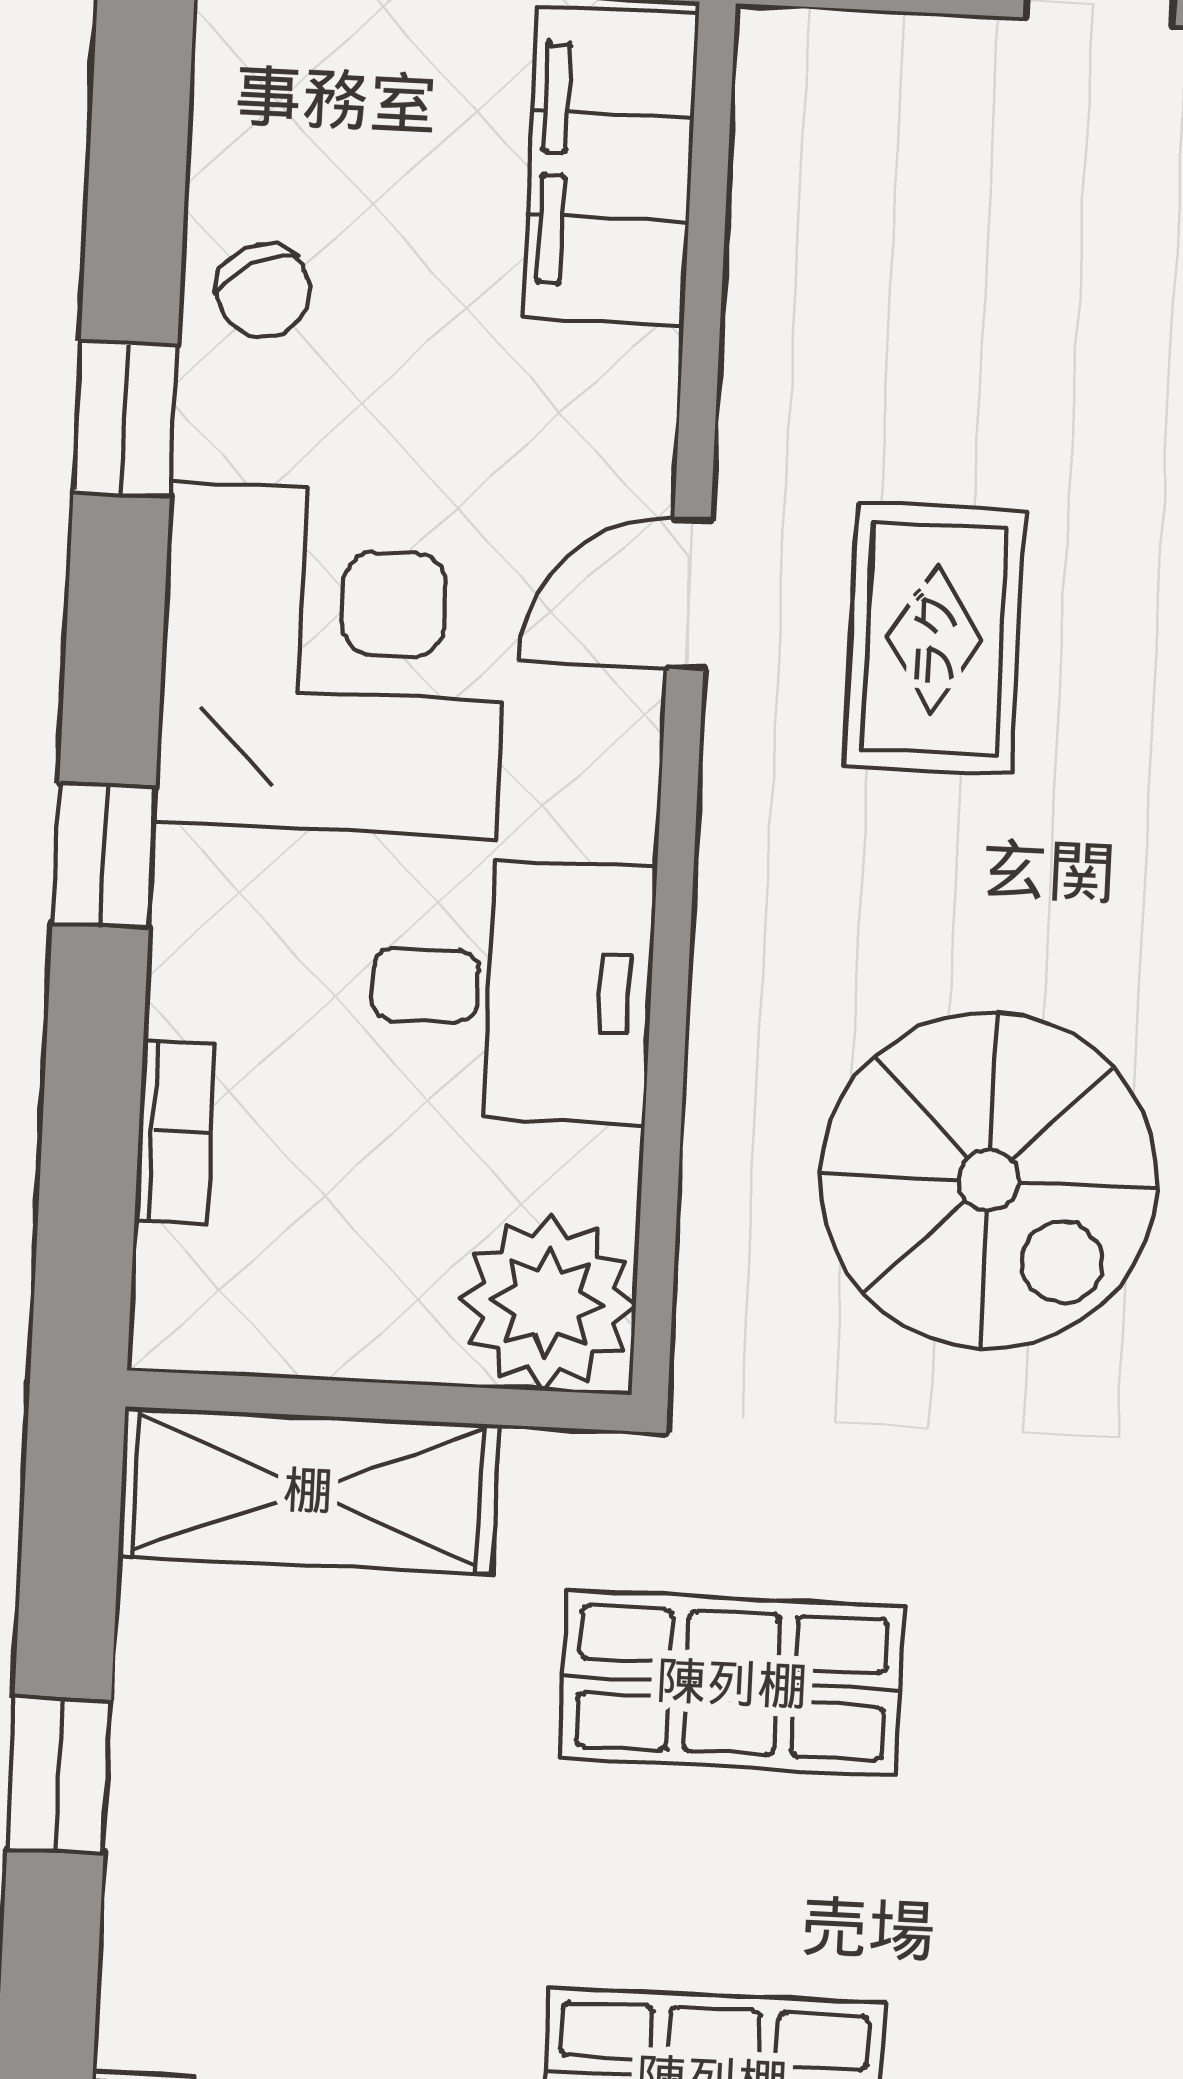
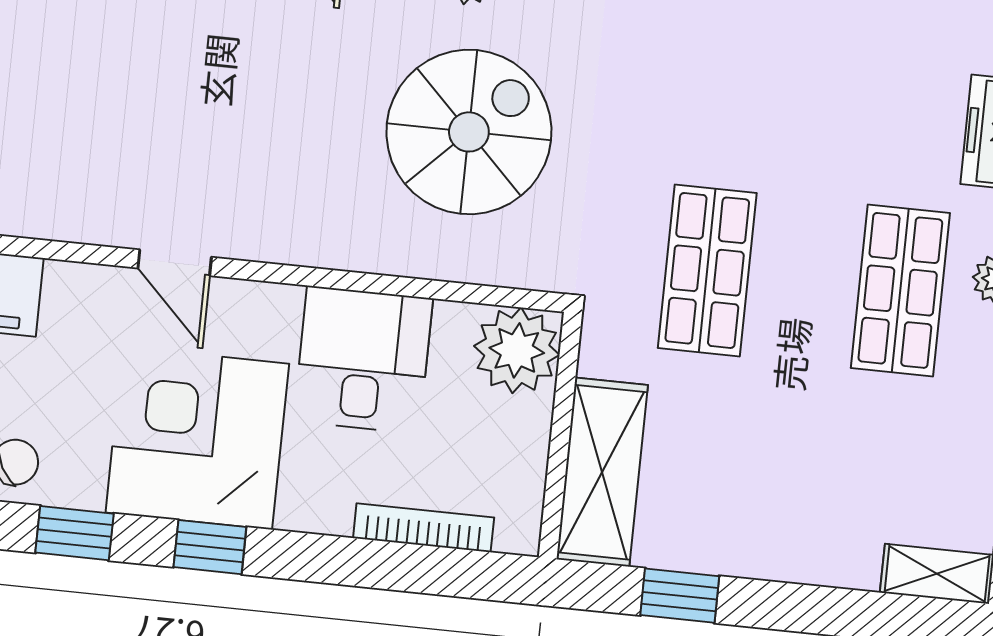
rug: (935, 639) -> (203, 144), removed
window: (104, 856) -> (210, 547), moved
bookcase: (175, 1132) -> (424, 528), width x1.56
window: (59, 1775) -> (680, 596), moved

